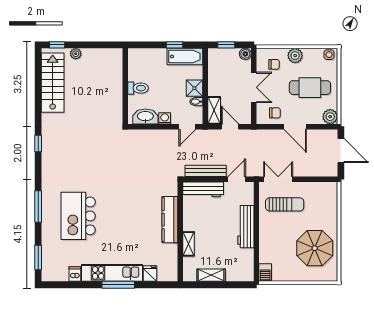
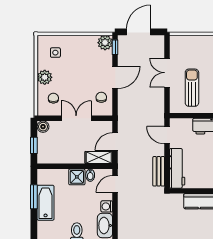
window: (175, 45) -> (34, 197), width x1.50
side table: (329, 55) -> (55, 53), moved
bathtub: (185, 56) -> (46, 203), moved
cafe table: (310, 88) -> (76, 63), removed
door: (187, 127) -> (115, 184), swing flipped
window: (325, 127) -> (115, 47), added
bench: (206, 171) -> (159, 171), width x0.73
double door: (278, 179) -> (167, 73), moved

